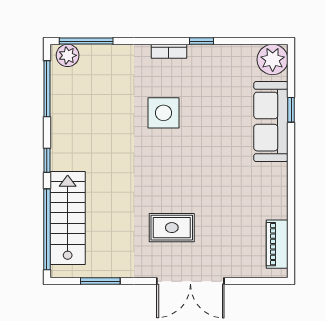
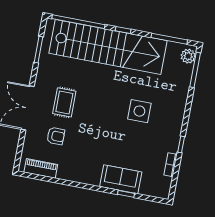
bookcase: (169, 51) -> (170, 165), moved
plant: (273, 60) -> (161, 188), removed
sofa: (271, 122) -> (121, 179), width x0.73
stairs: (68, 218) -> (108, 47), width x1.86, depth x1.51
armchair: (224, 231) -> (56, 136), added

